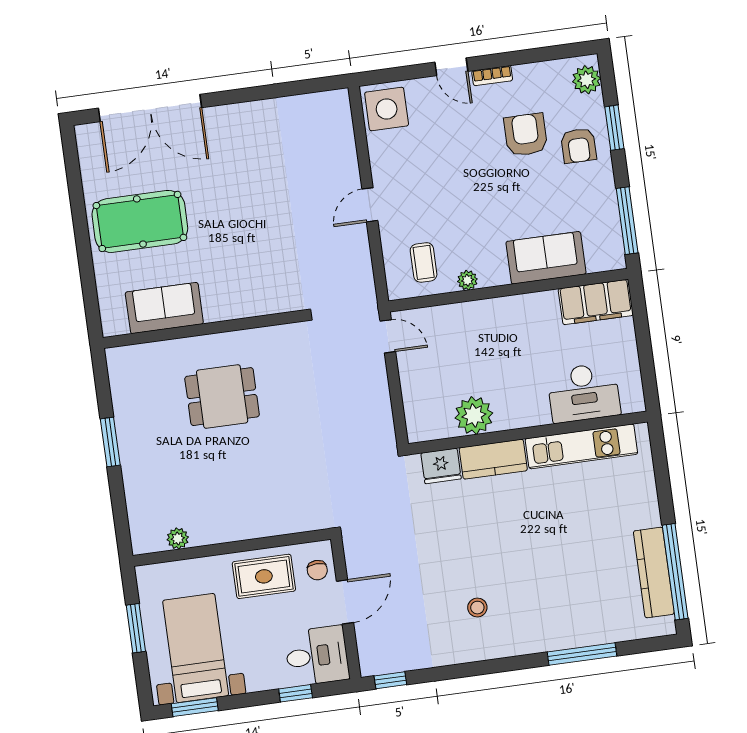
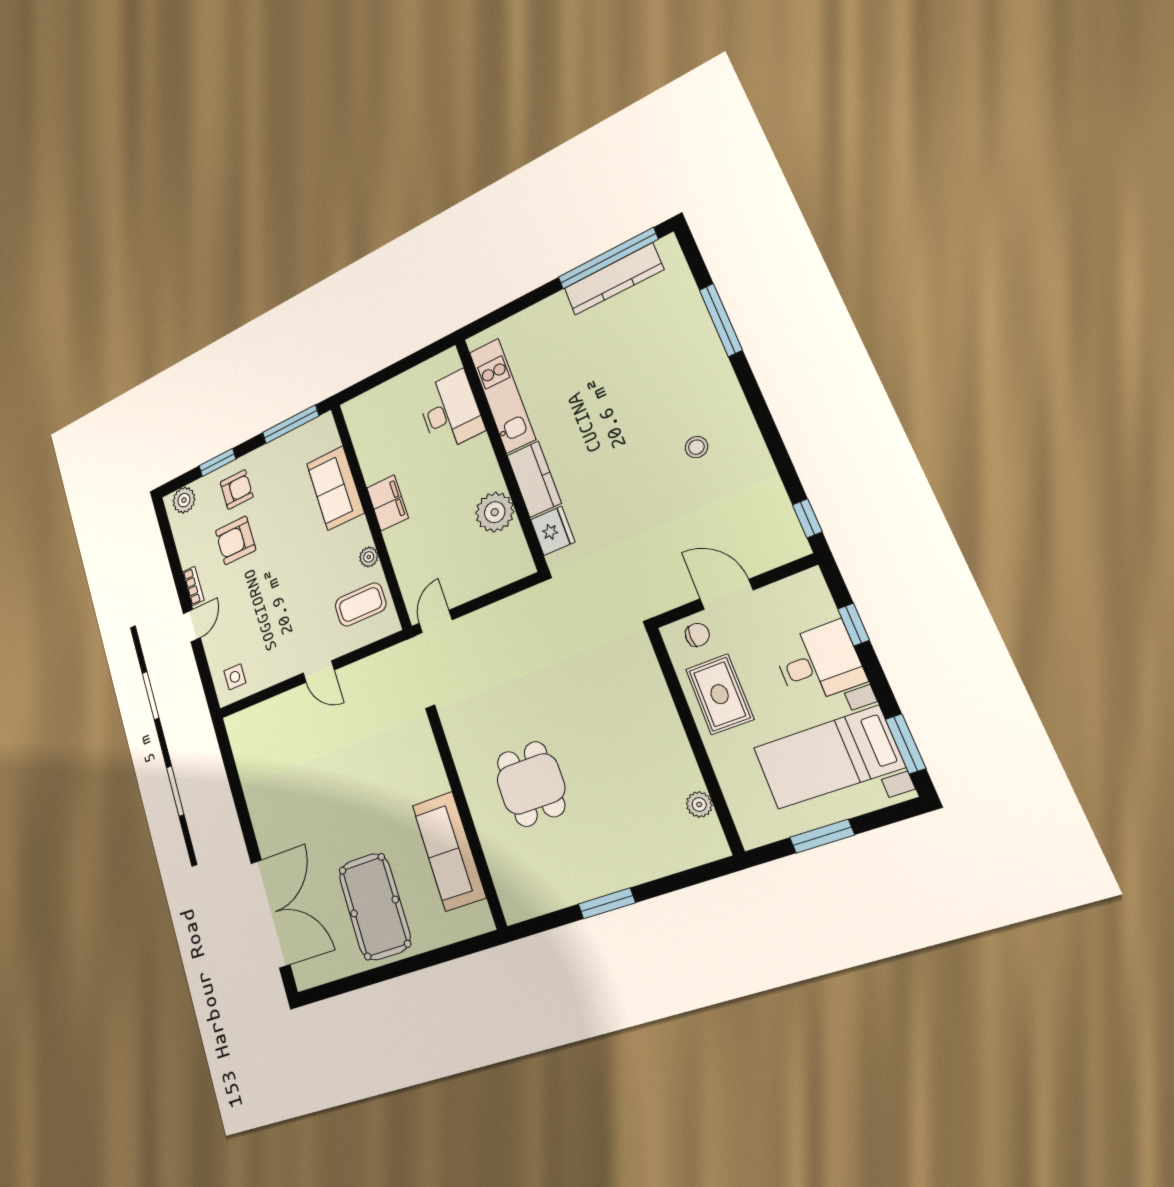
side table: (387, 109) -> (235, 677), width x0.54, depth x0.54
coffee table: (424, 262) -> (361, 605), width x1.36, depth x1.30
filing cabinet: (596, 302) -> (388, 503), moved, width x0.67, depth x0.86
sofa: (164, 308) -> (449, 851), width x1.36
desk: (317, 656) -> (819, 663), moved, turned 90

